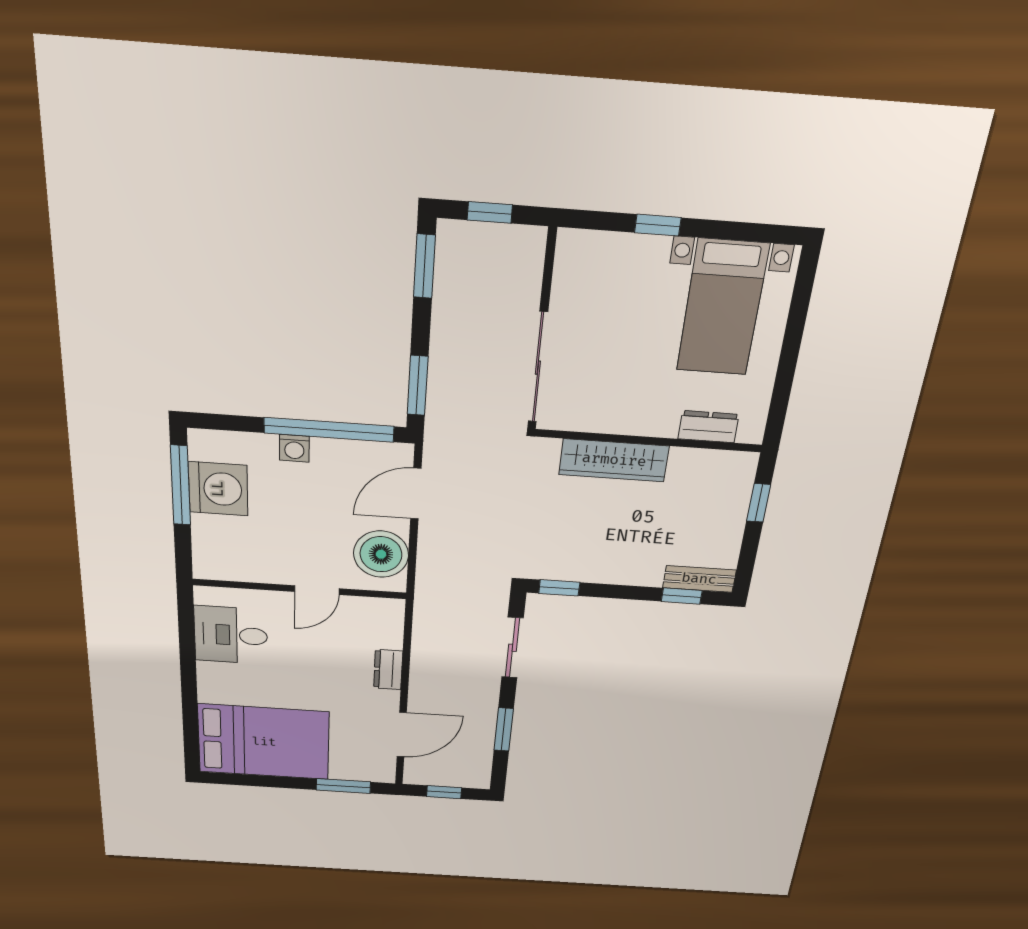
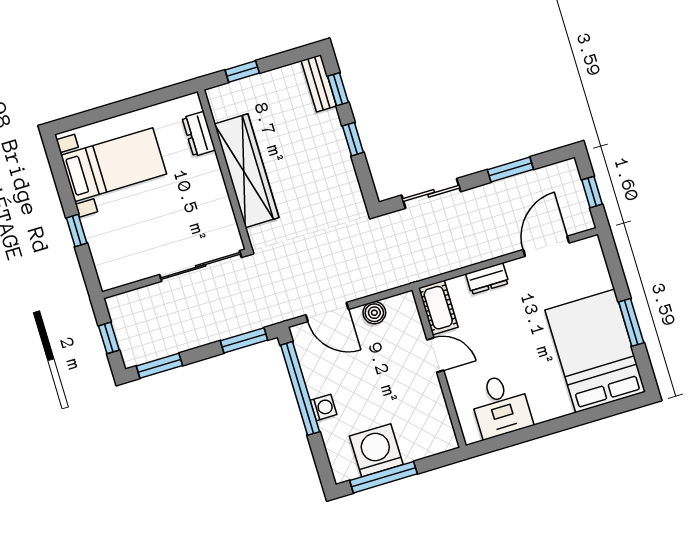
wardrobe: (614, 460) -> (247, 171), width x1.40, depth x1.17
boiler: (381, 554) -> (374, 313), width x0.54, depth x0.54
window: (559, 588) -> (353, 139), moved
cot: (373, 611) -> (438, 308), added
door: (402, 735) -> (546, 246), hinge flipped
window: (343, 786) -> (631, 322), moved

